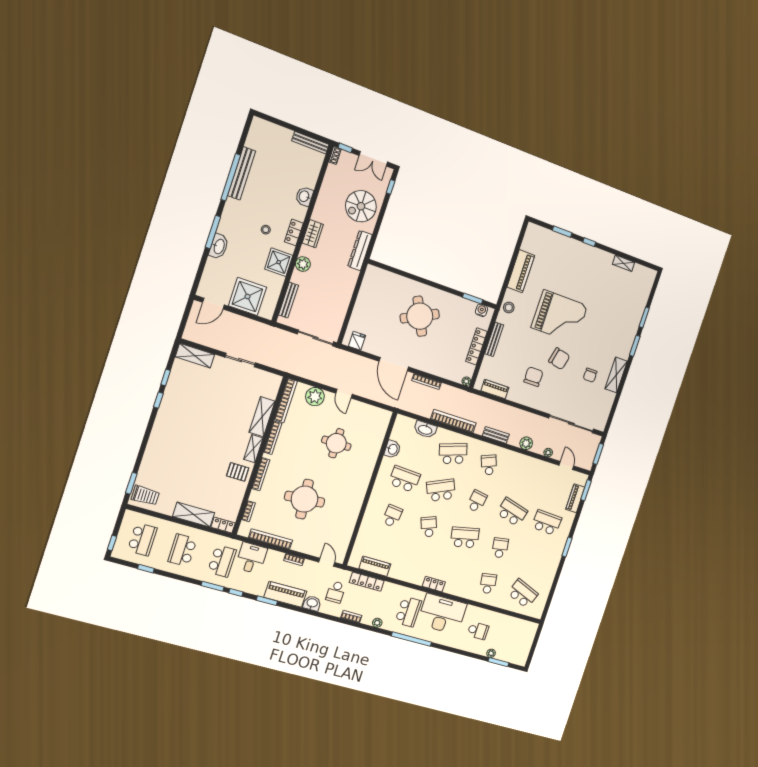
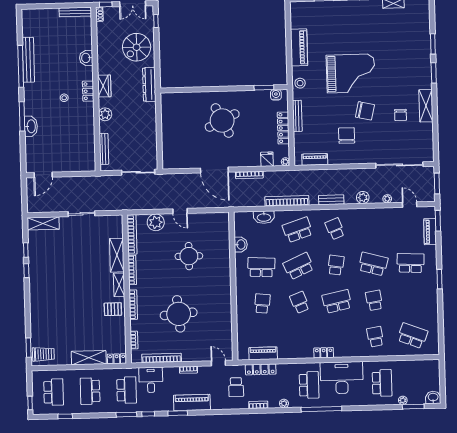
shower: (279, 262) -> (84, 120), removed
shower: (247, 297) -> (69, 159), removed
fridge: (357, 341) -> (267, 159), moved
washbasin: (312, 603) -> (433, 397), moved
school desk: (478, 631) -> (382, 383), width x1.85

